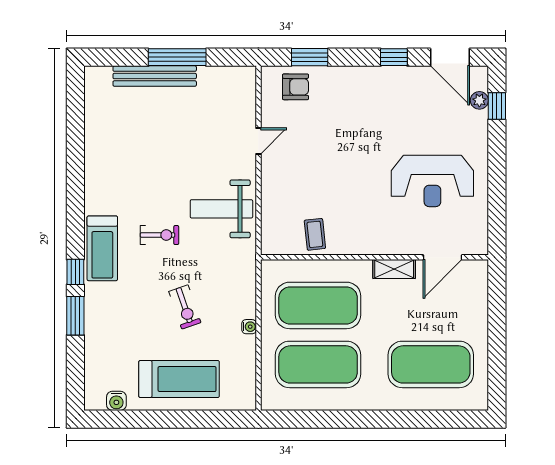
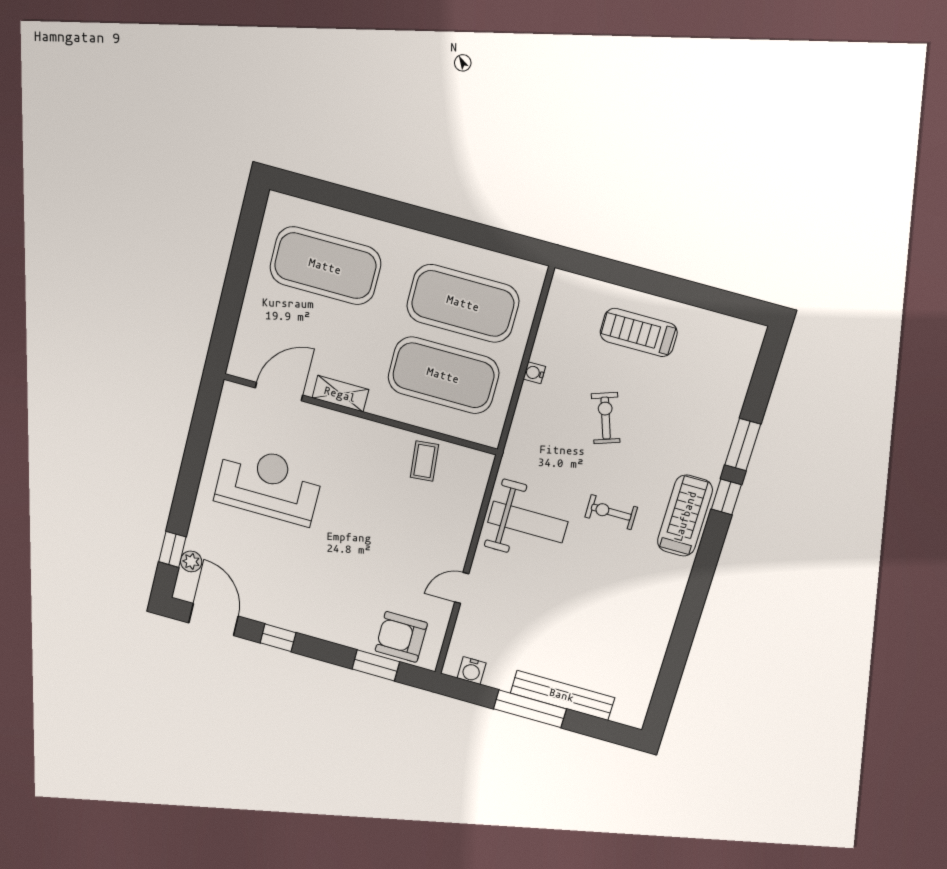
armchair: (295, 87) -> (401, 637), width x1.38, depth x1.38
treadmill: (179, 379) -> (639, 332), width x0.73, depth x0.73
water cooler: (116, 401) -> (472, 671), moved, turned 180

